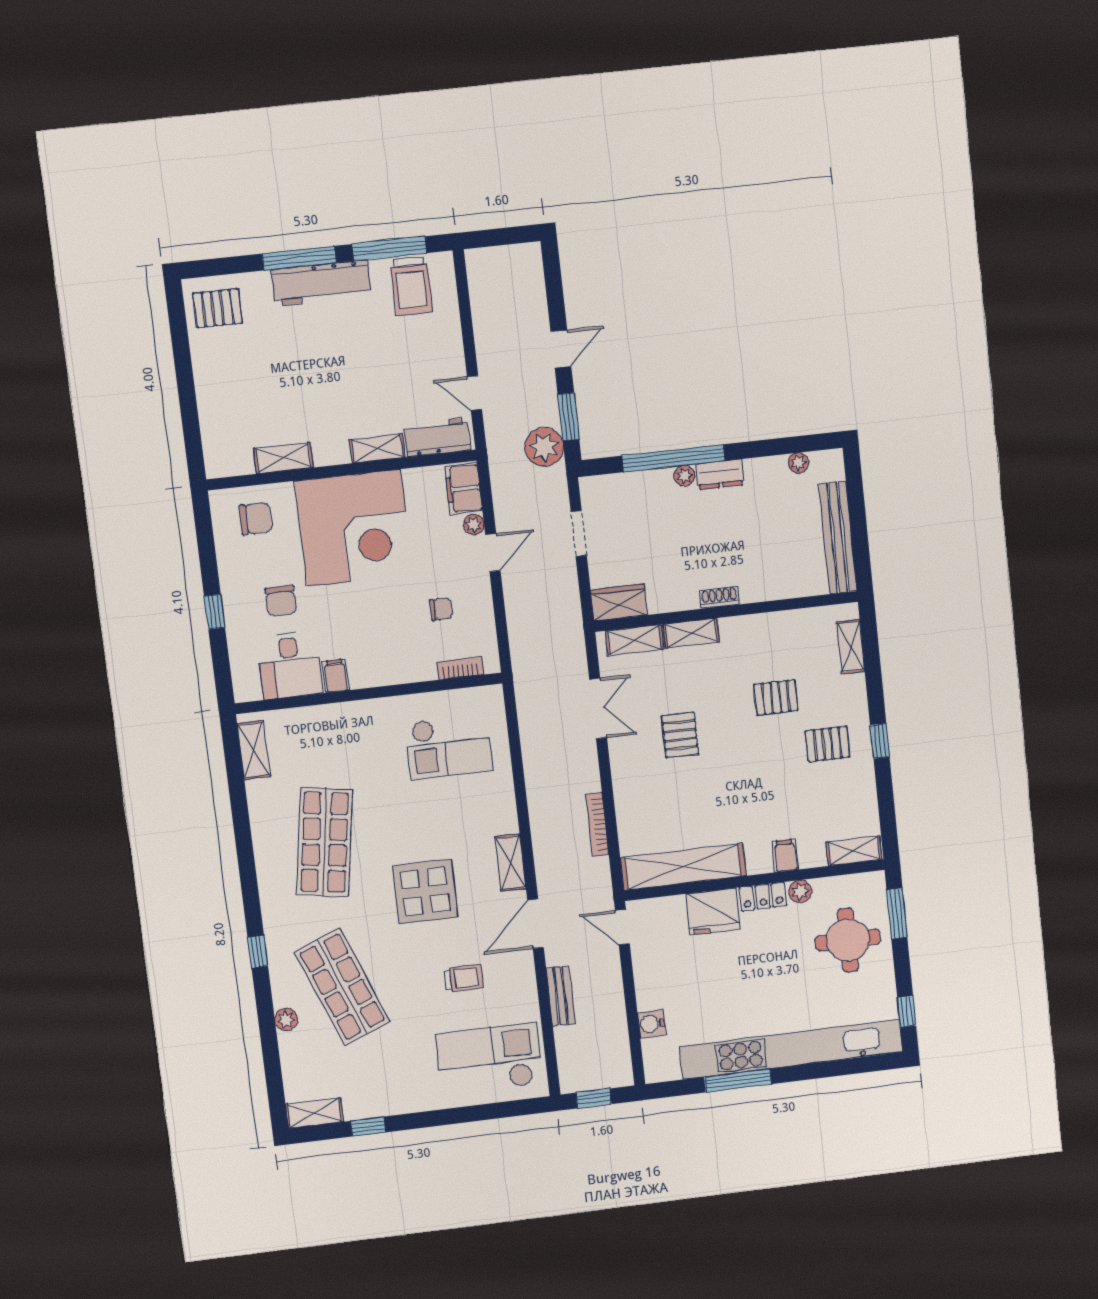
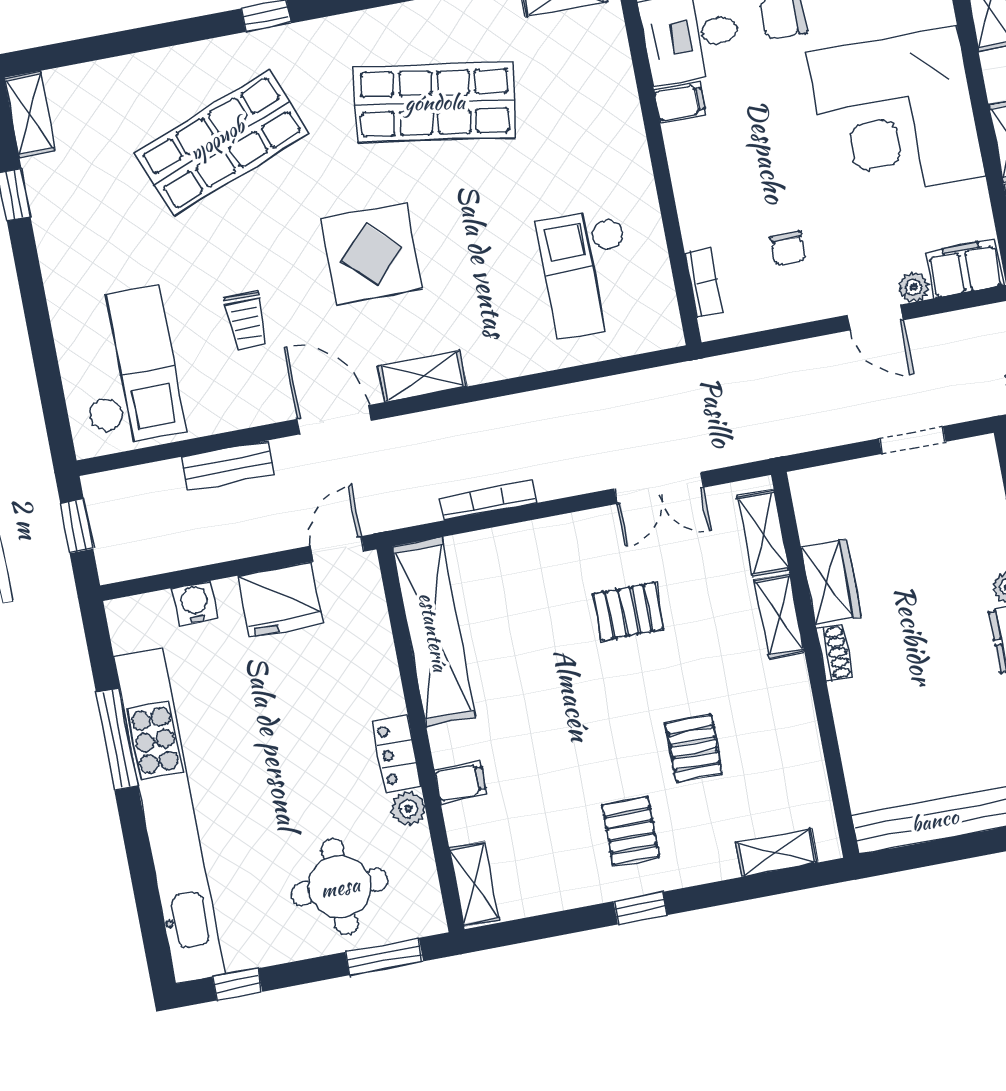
wardrobe: (619, 602) -> (831, 582), moved
fridge: (713, 912) -> (281, 600), moved, turned -90
plant: (286, 1020) -> (168, 64), removed

